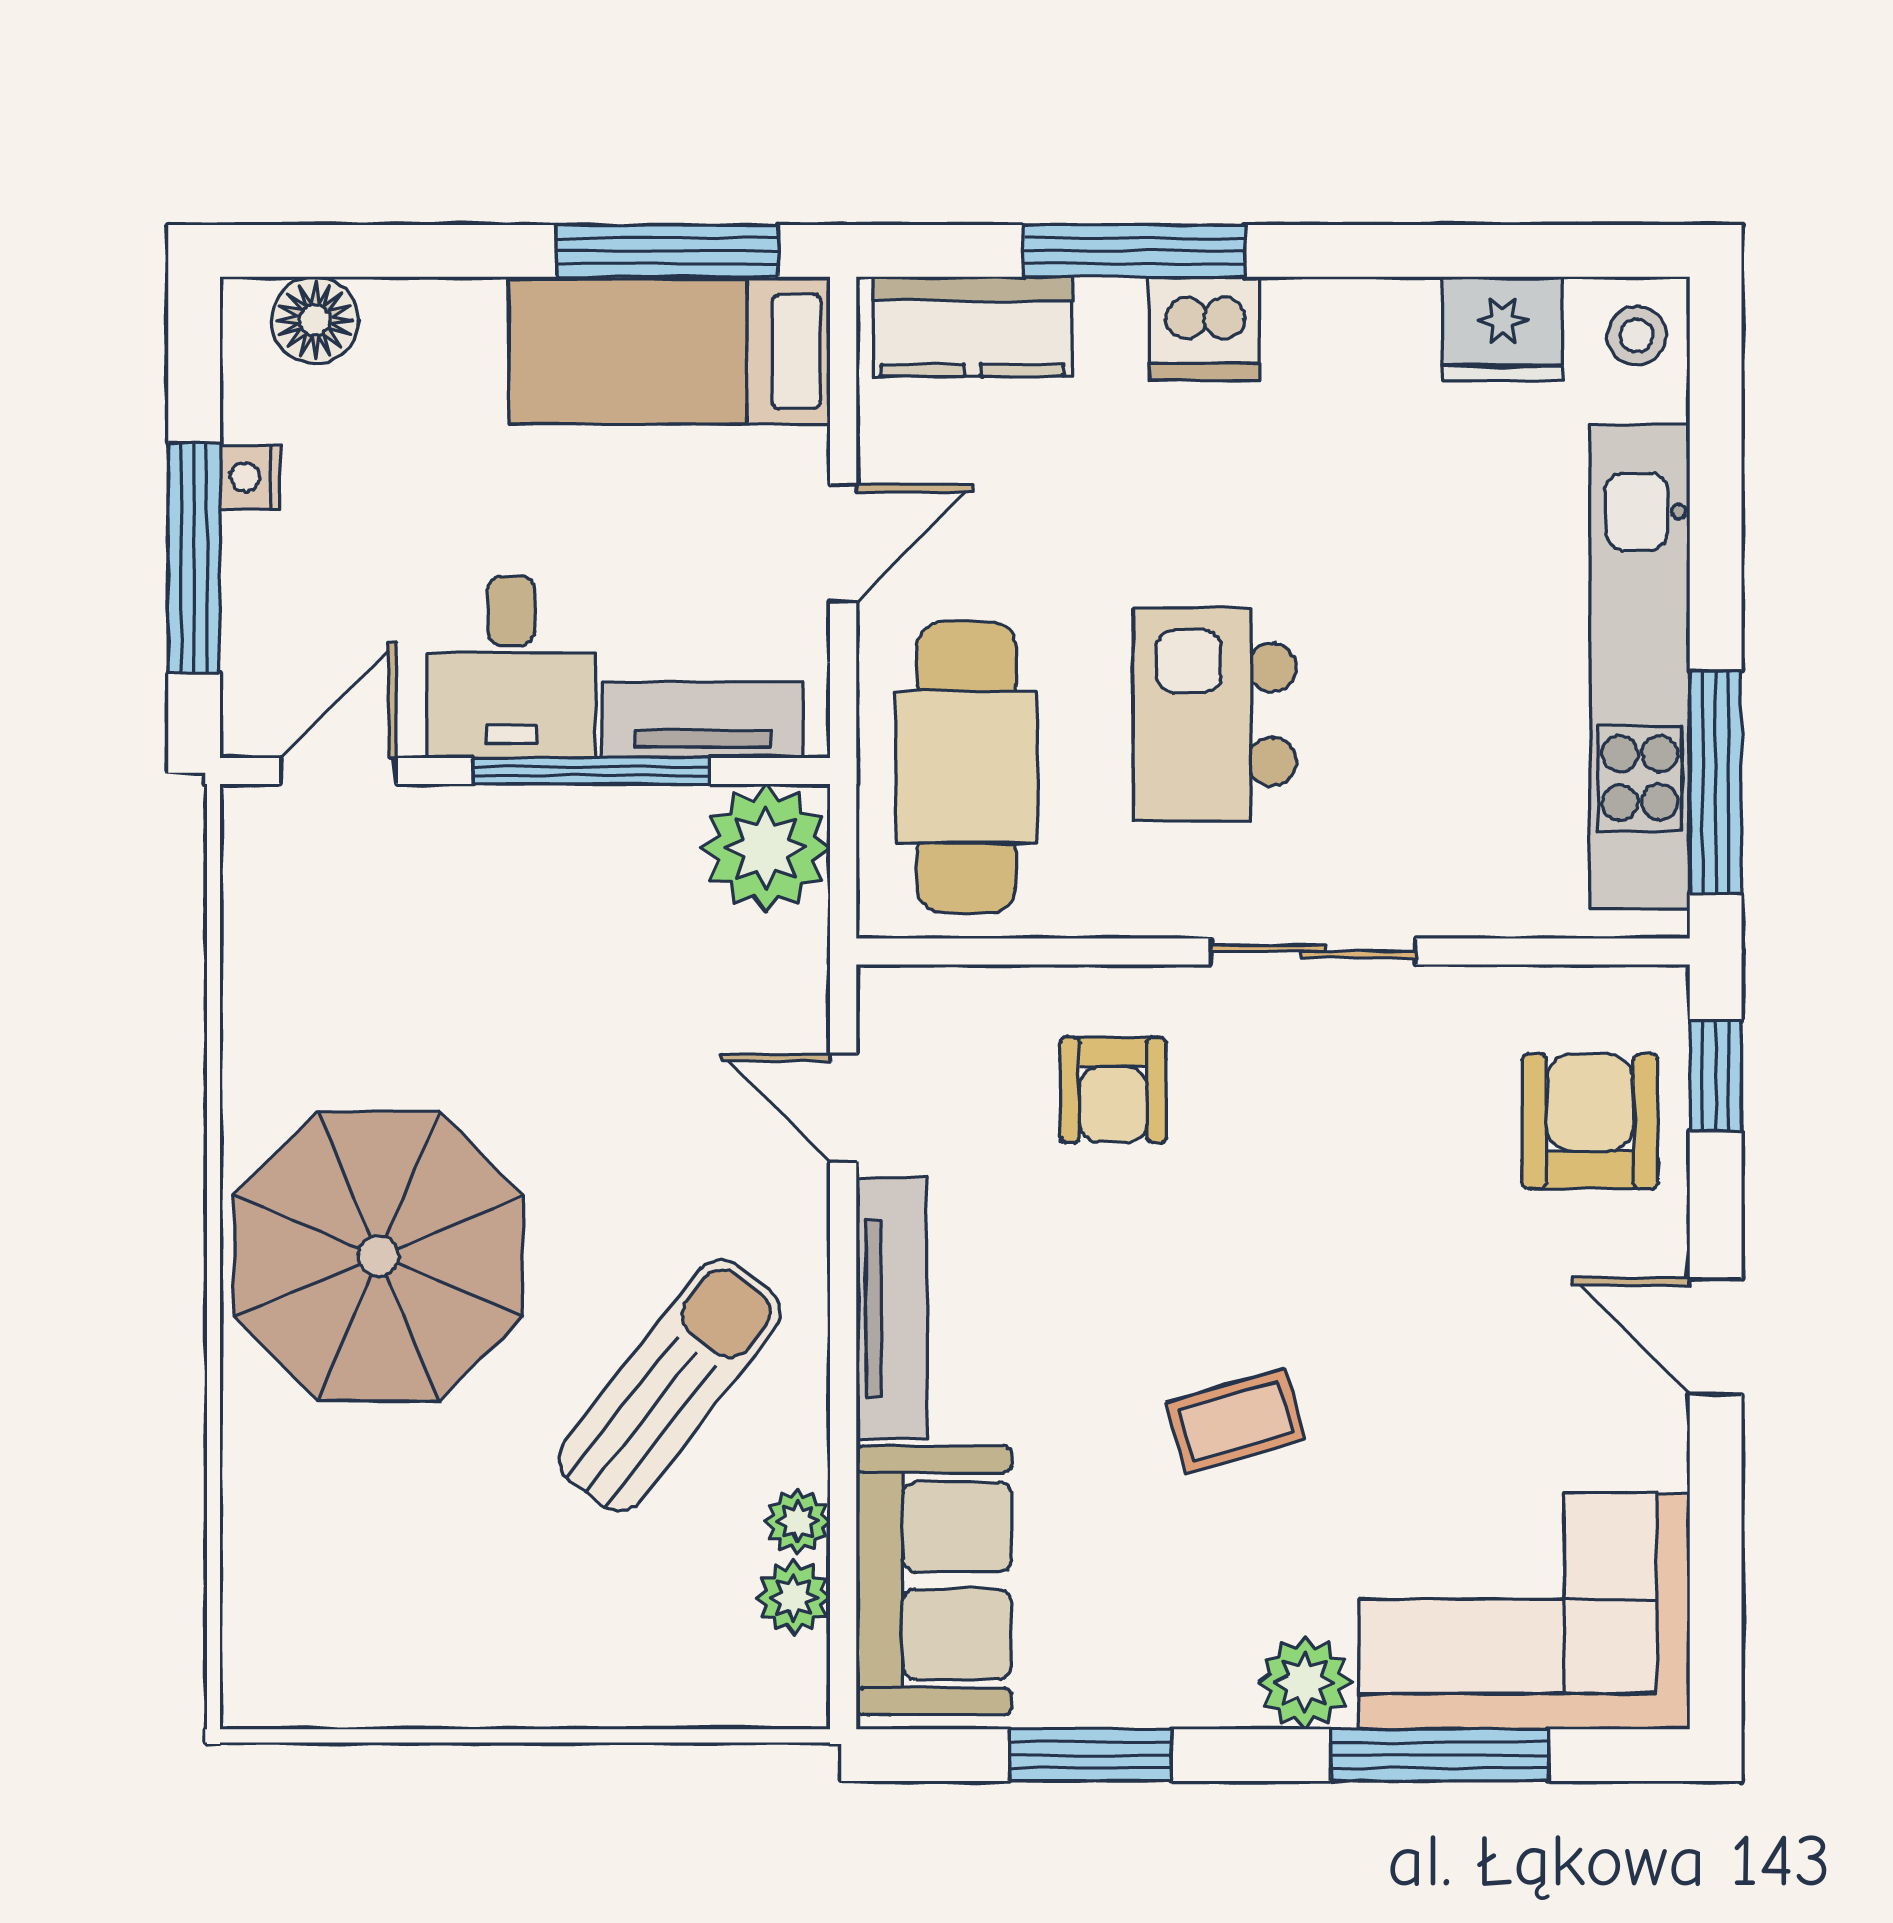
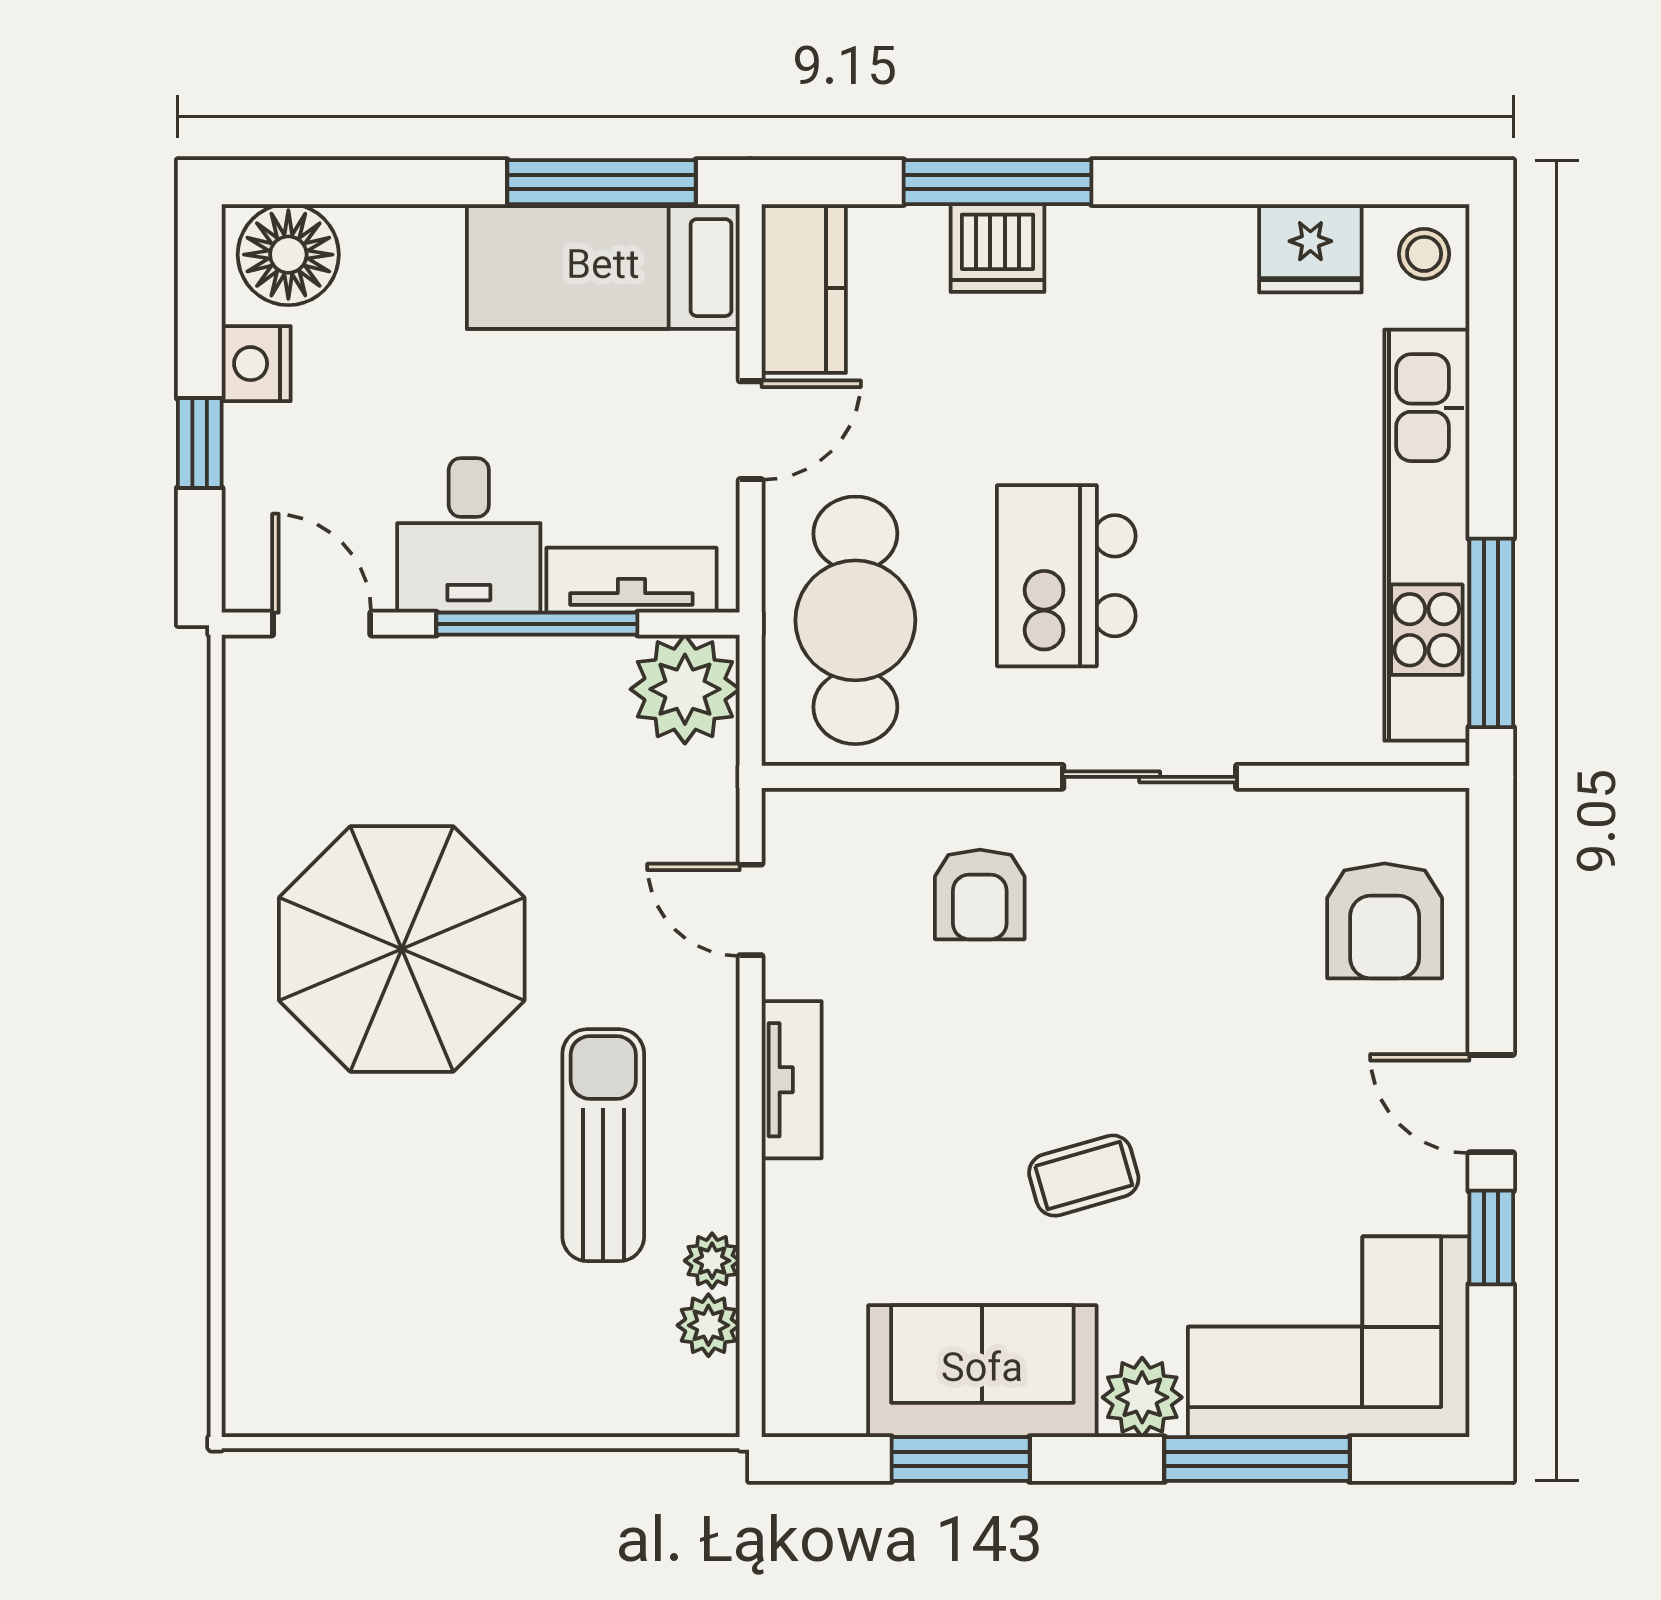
floor lamp: (315, 320) -> (288, 255), width x1.38, depth x1.38
kitchen counter: (972, 326) -> (804, 288), moved, turned -90
dishwasher: (1204, 328) -> (998, 248), moved
nightstand: (250, 477) -> (256, 364), width x1.39, depth x1.35
window: (194, 558) -> (200, 443), width x0.46
door: (338, 771) -> (322, 624), hinge flipped
window: (1716, 1076) -> (1491, 1238), moved
armchair: (1590, 1121) -> (1385, 921), turned 180
parasol: (378, 1256) -> (402, 949), moved
tv unit: (891, 1308) -> (792, 1080), width x0.71
sun lounger: (670, 1385) -> (603, 1145), turned -38
sofa: (934, 1580) -> (982, 1371), moved, turned -90

